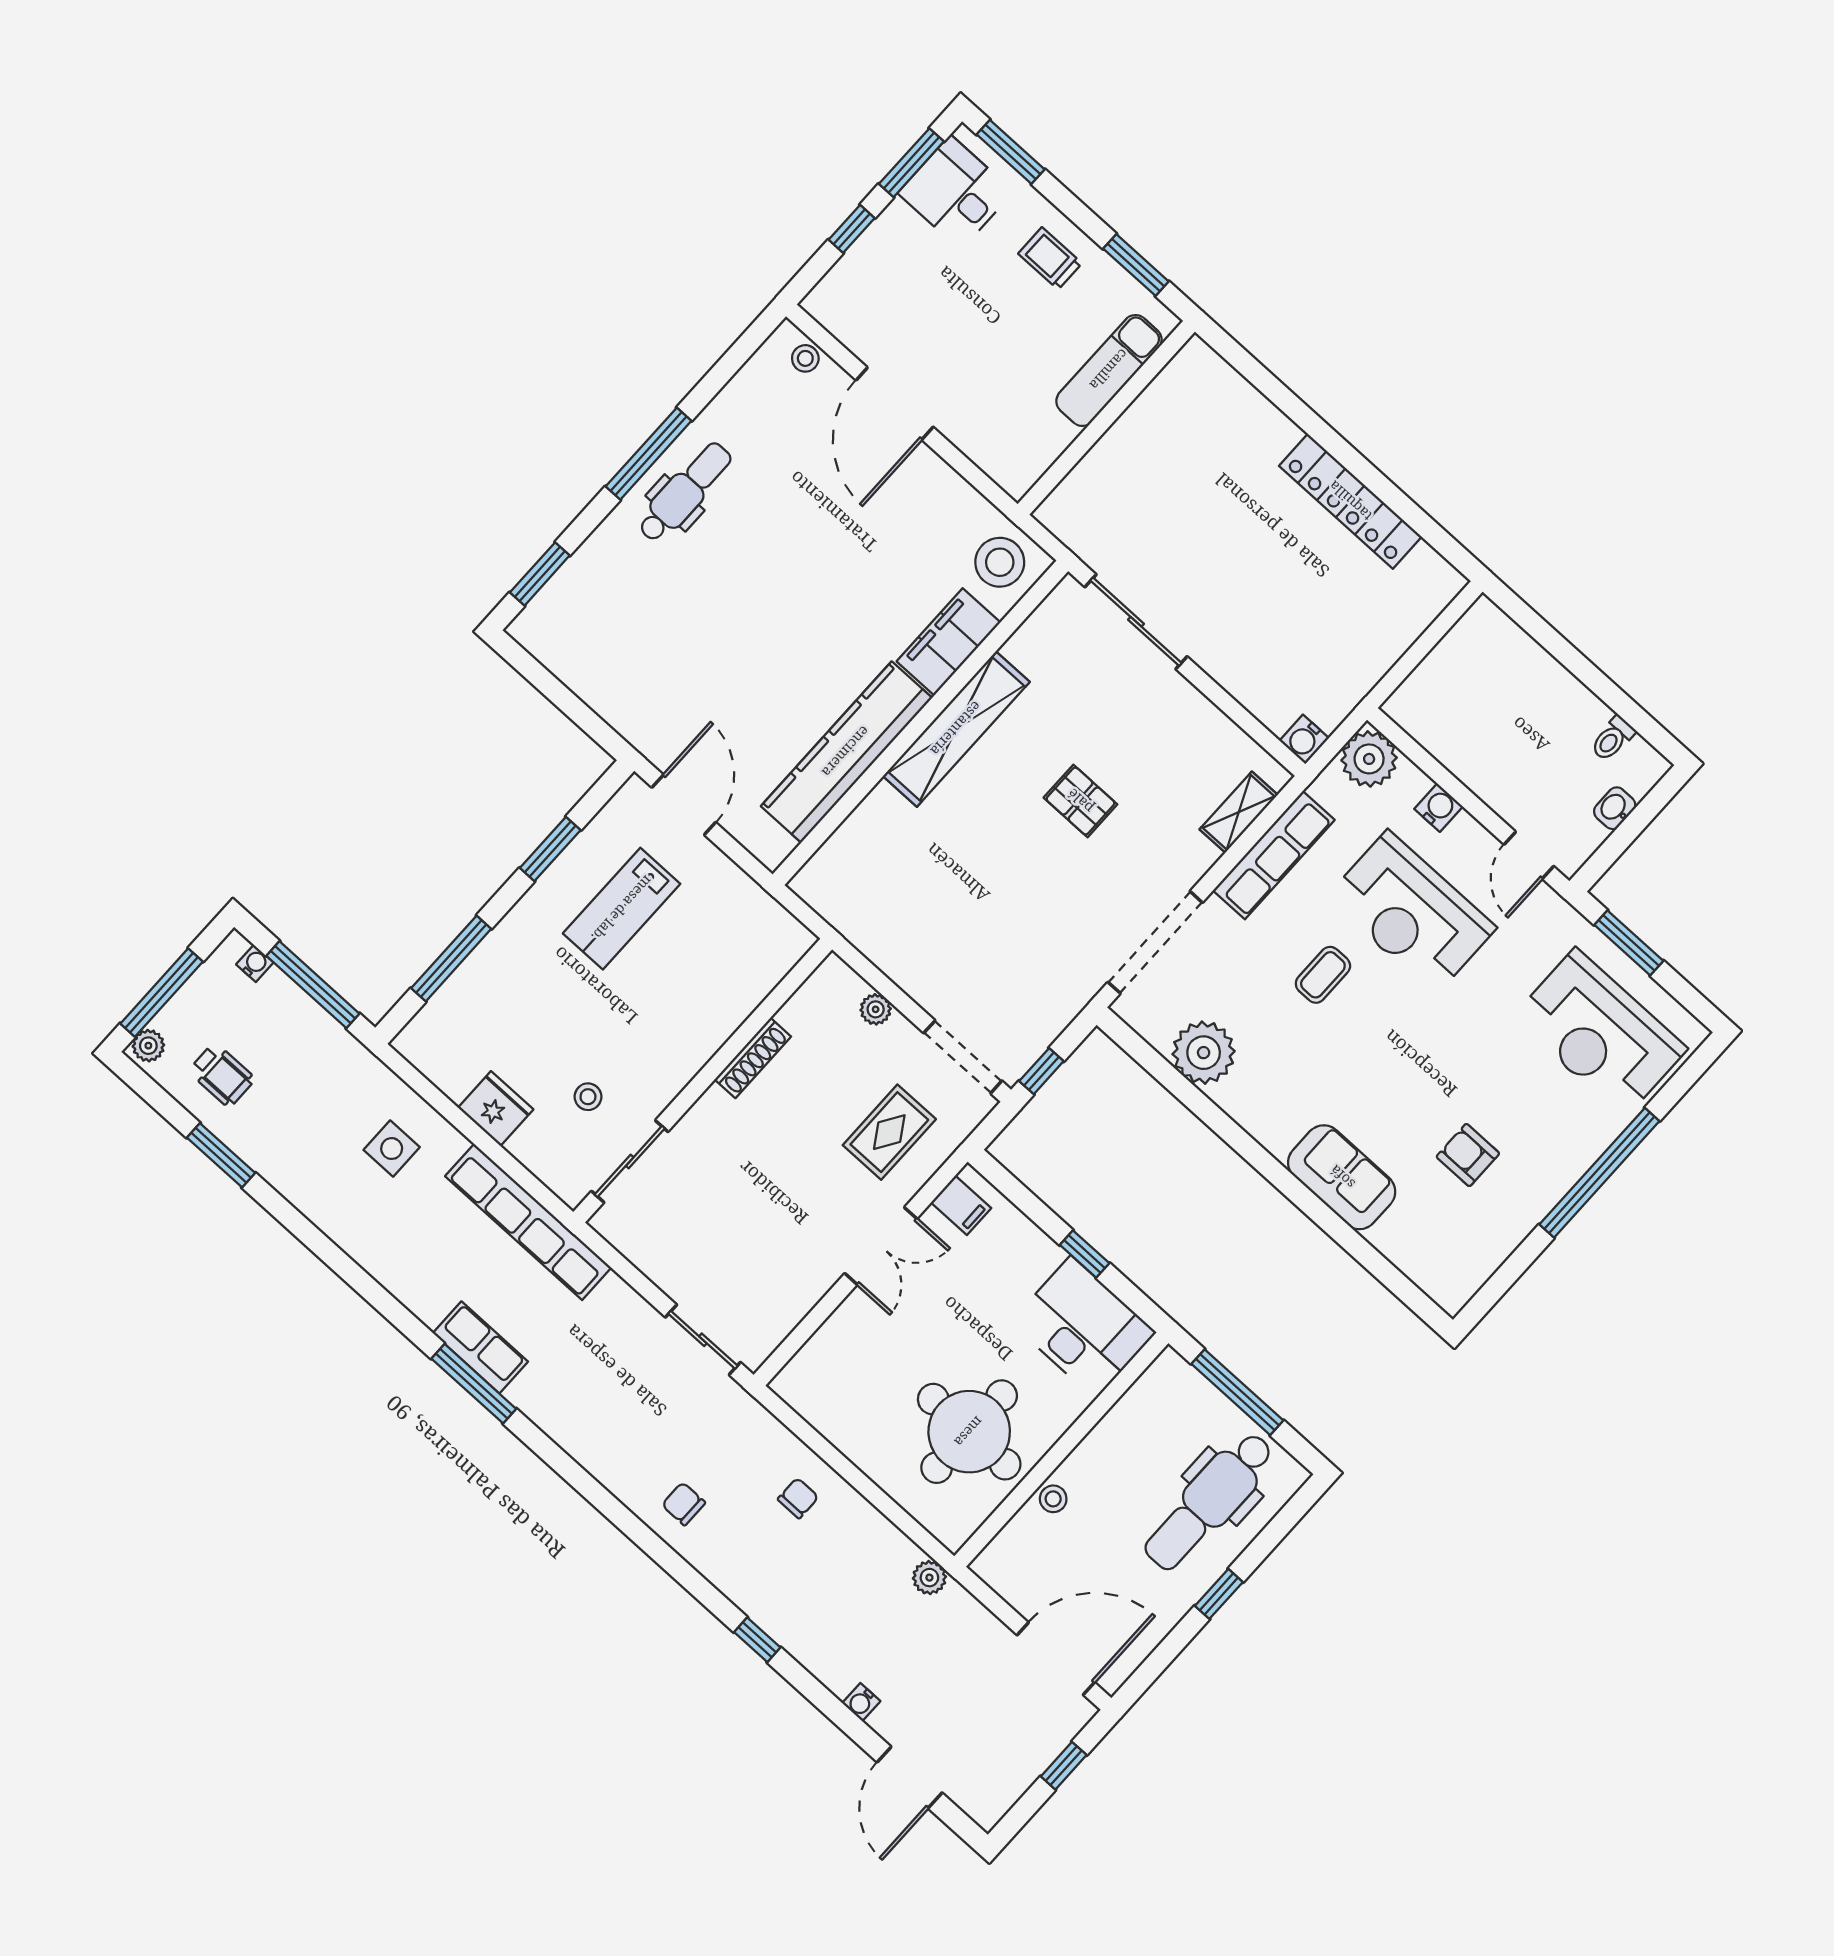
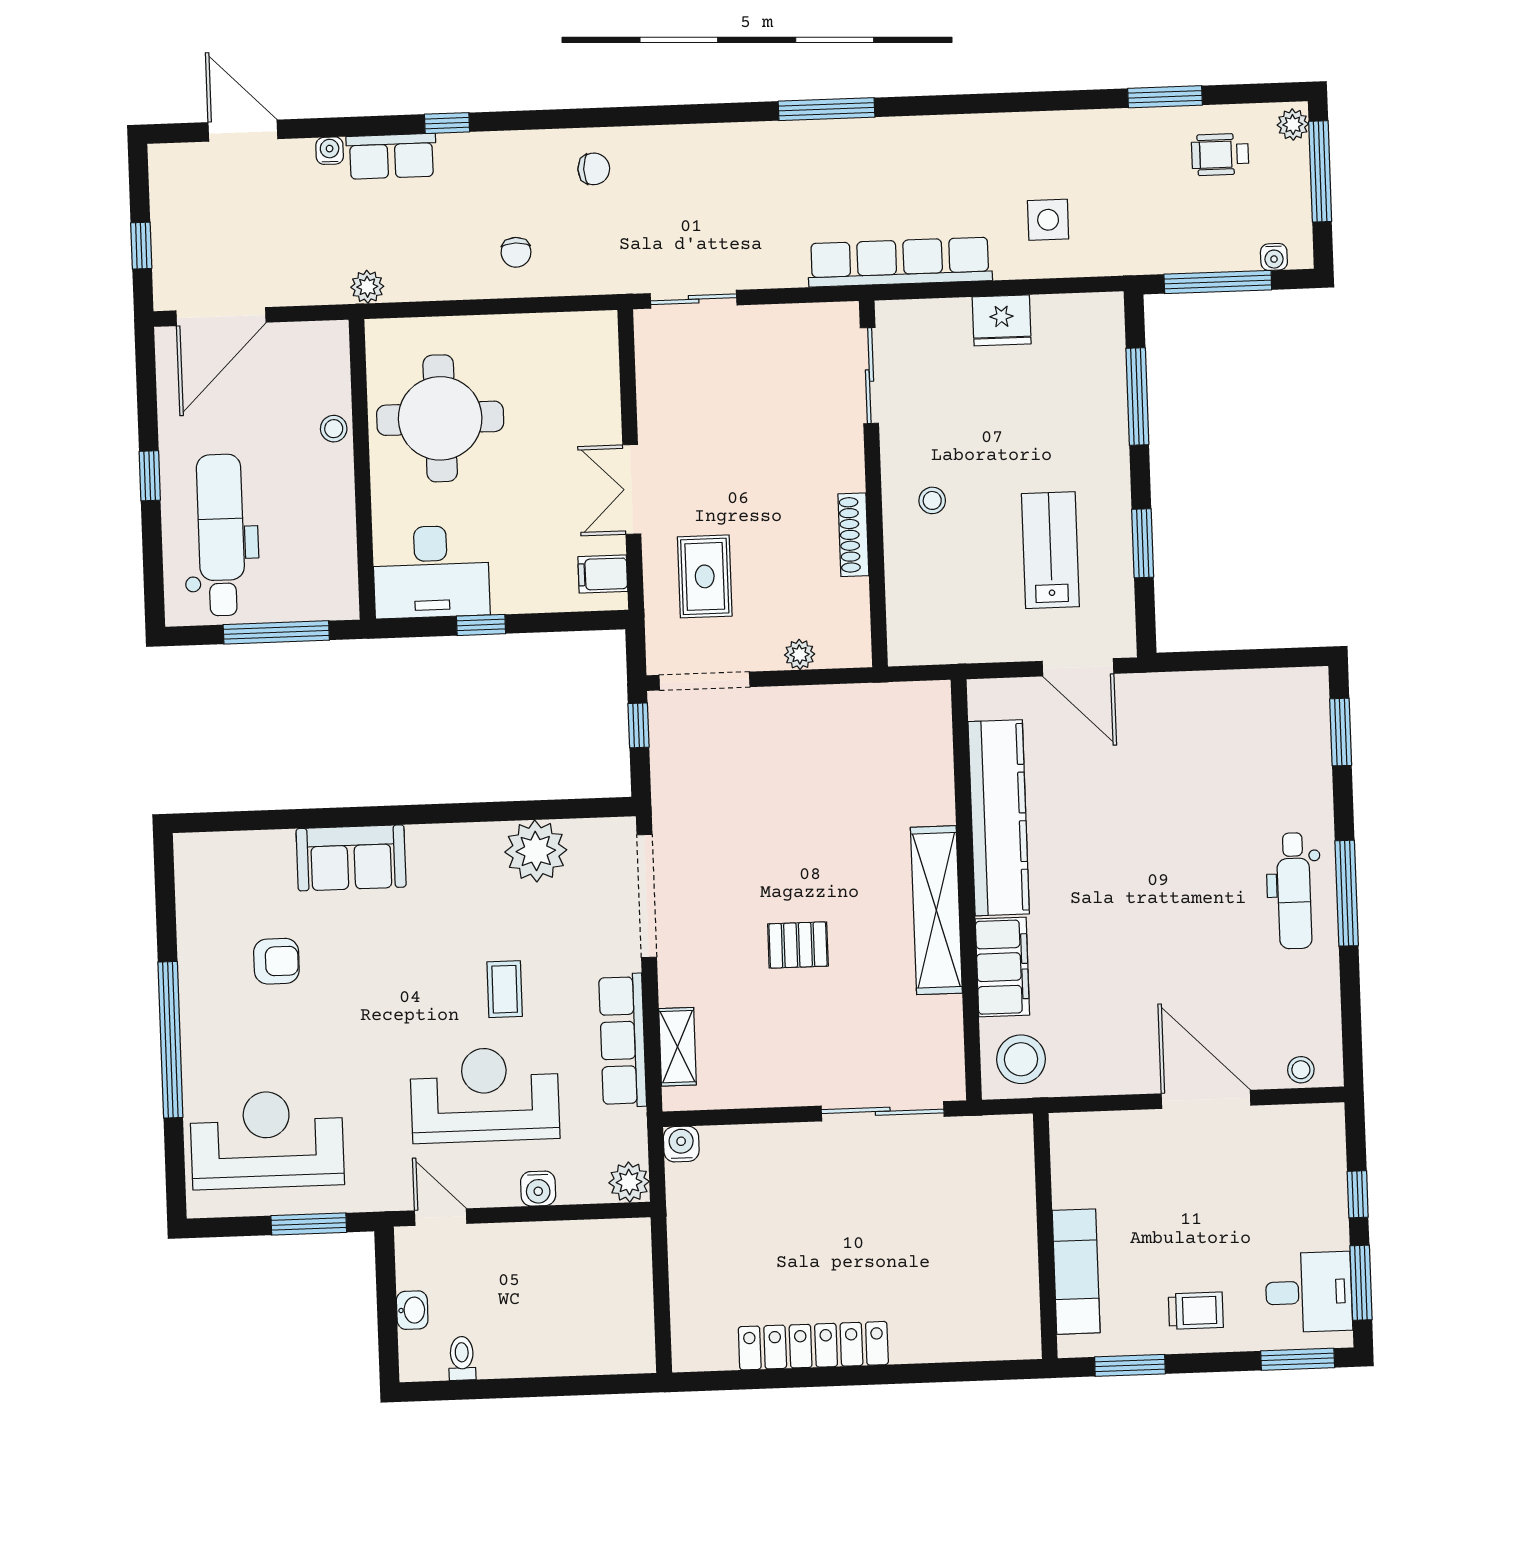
plant: (1369, 759) -> (629, 1182), width x0.73, depth x0.73
stool: (588, 1097) -> (932, 500), moved
row of seats: (480, 1347) -> (391, 156), moved

